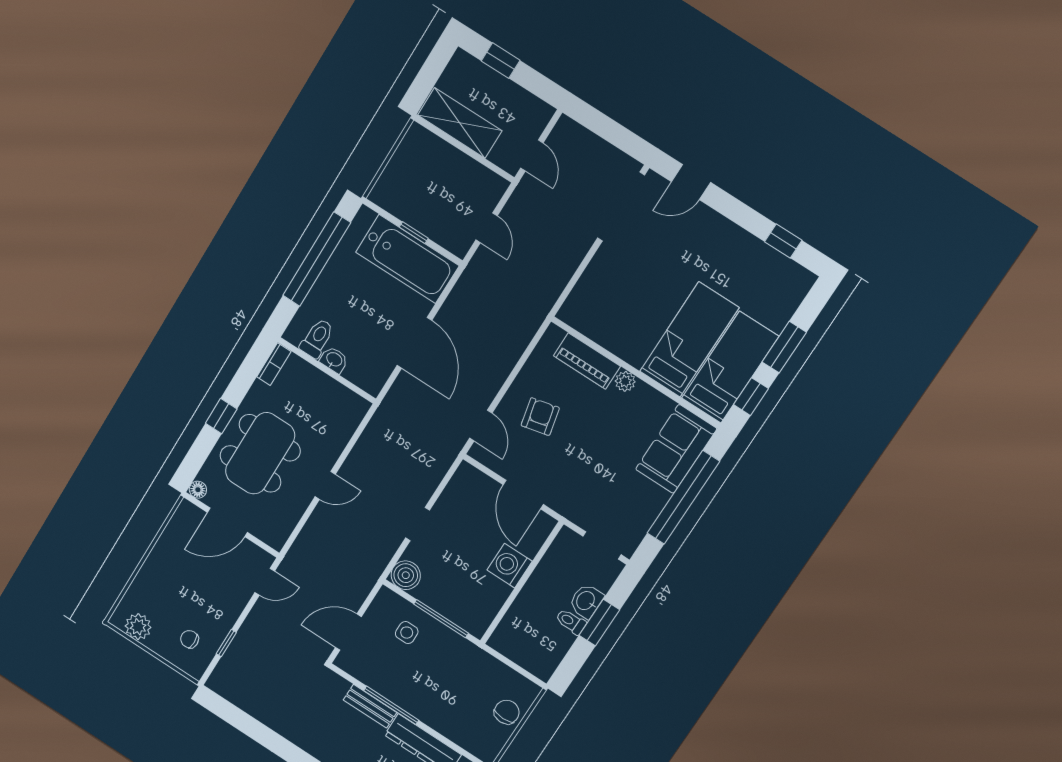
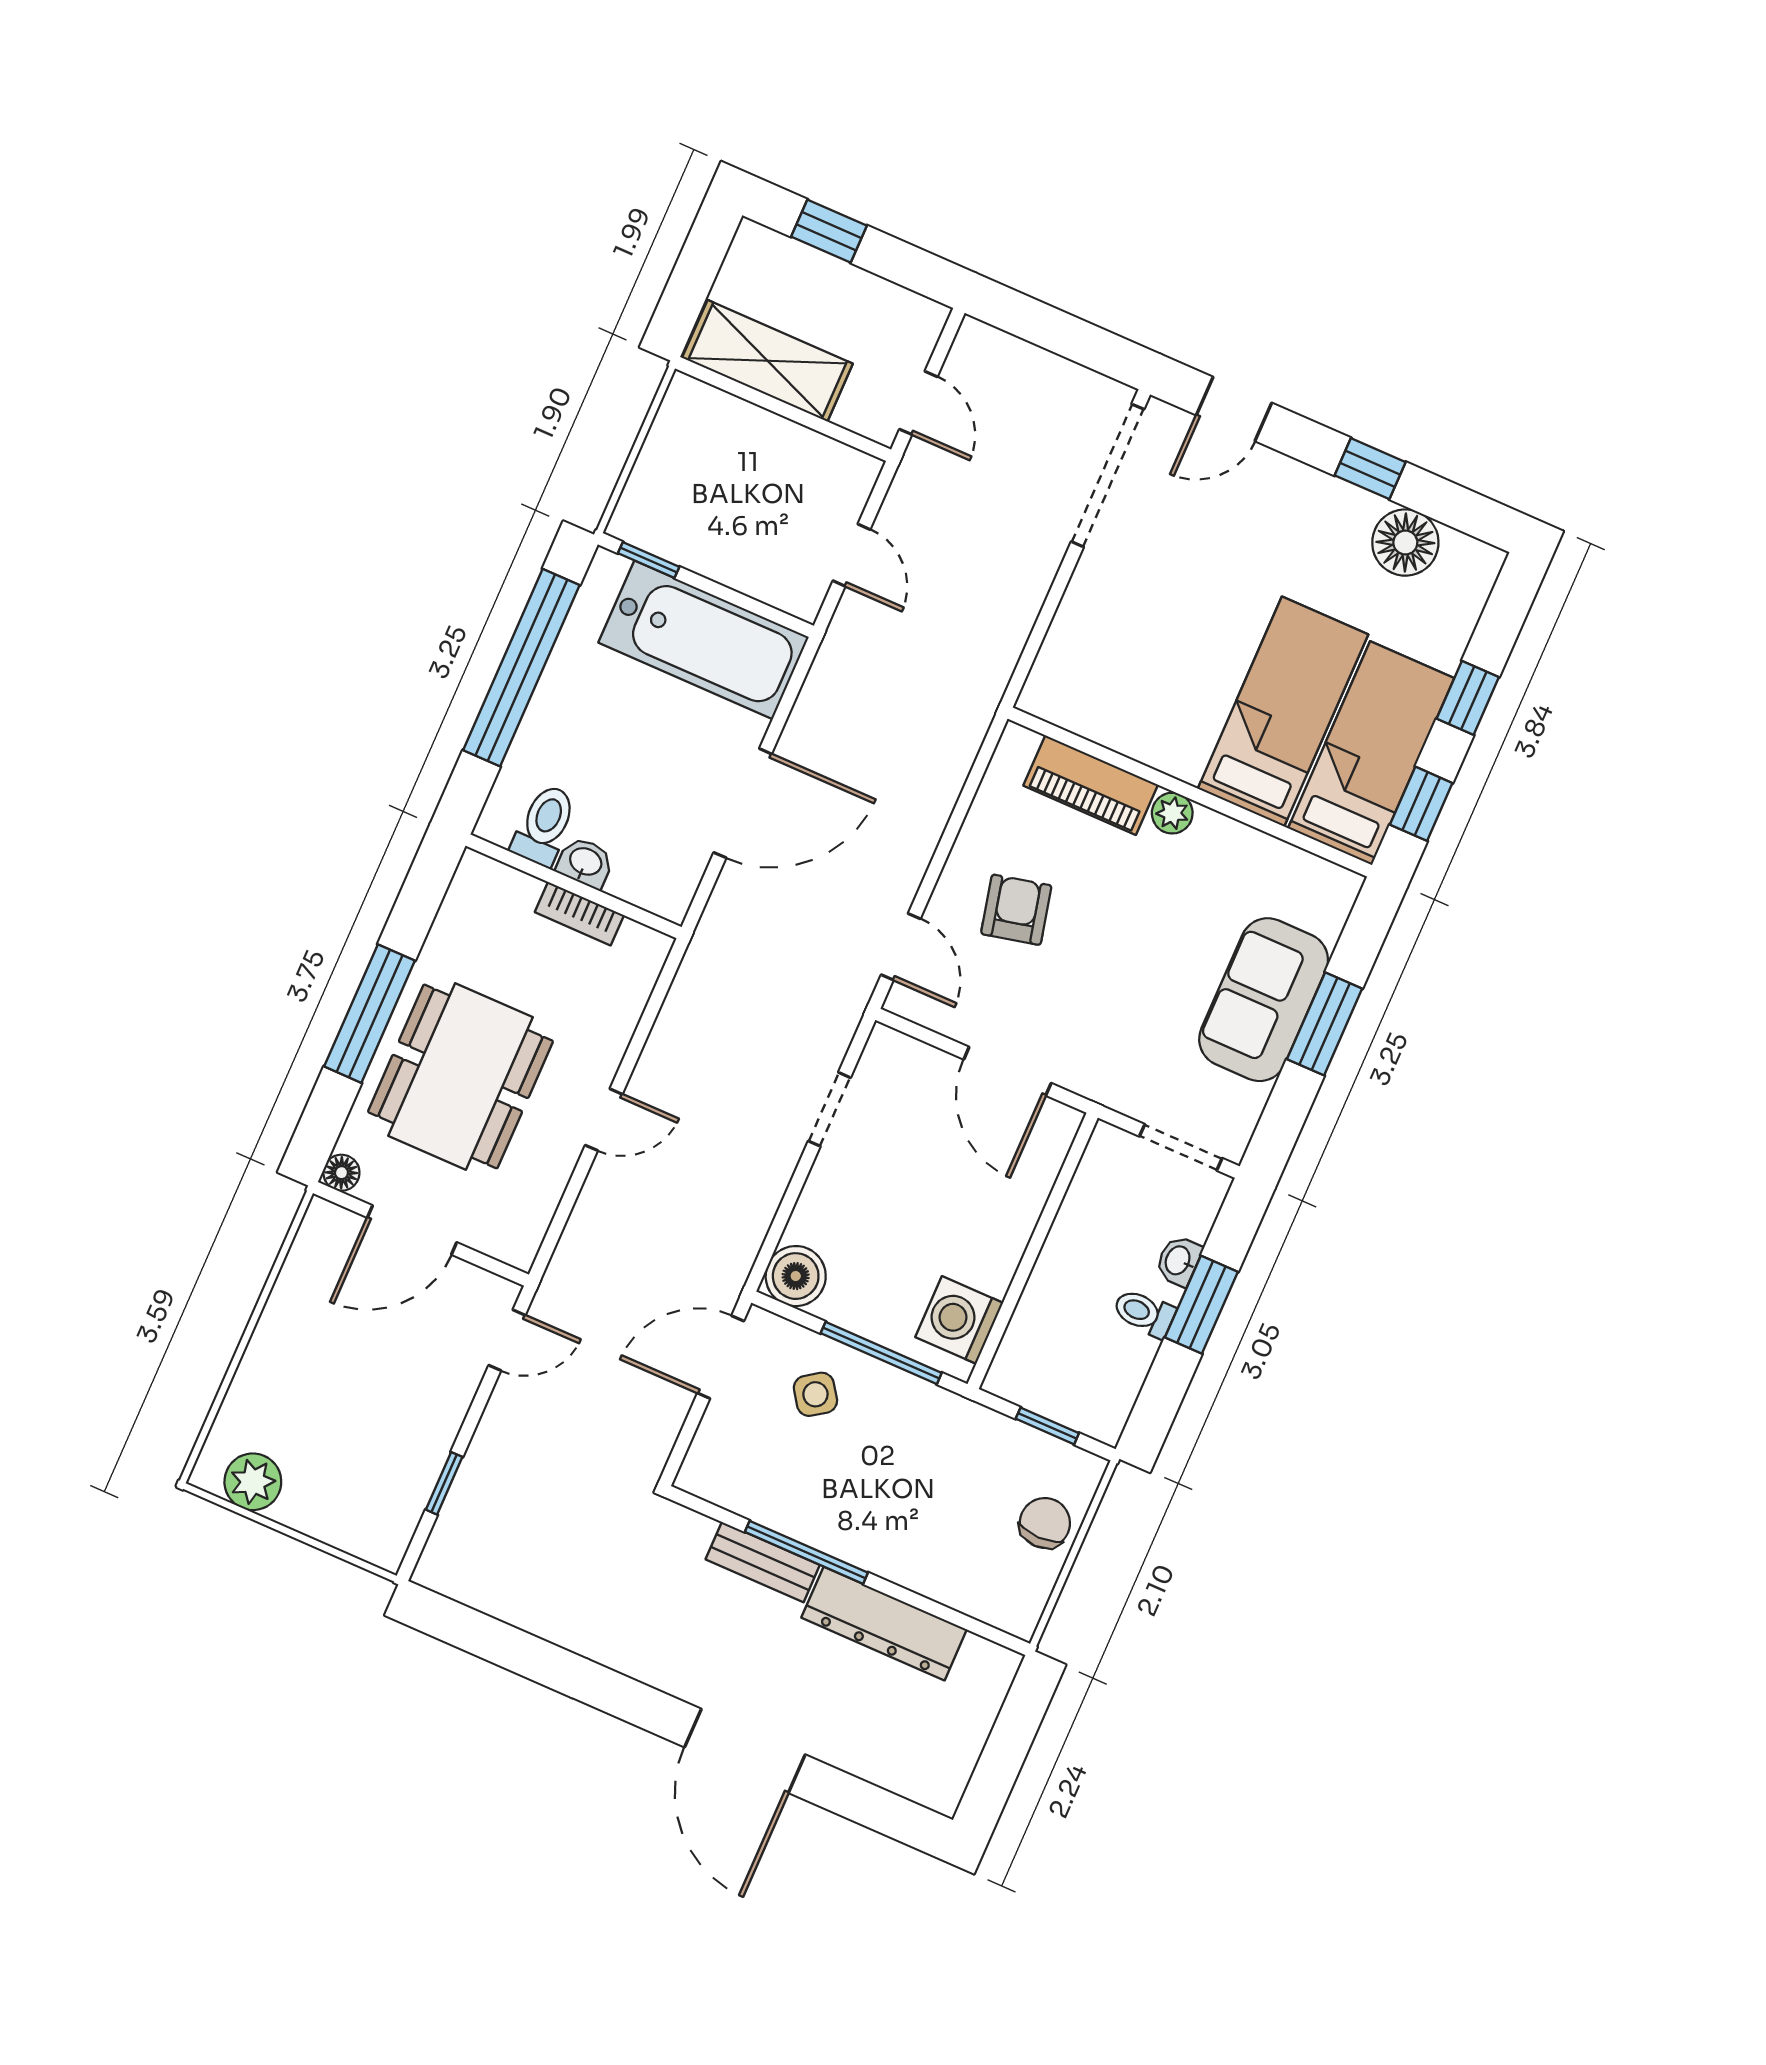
window: (414, 233) -> (649, 560), moved
window: (783, 241) -> (1370, 469), moved
floor lamp: (766, 263) -> (1405, 543), added
door: (414, 343) -> (743, 803), hinge flipped
window: (784, 347) -> (1468, 698), width x0.67
bookcase: (274, 364) -> (579, 914), moved, turned 90
window: (221, 416) -> (370, 1014), width x2.17
sofa: (676, 449) -> (1264, 1000), moved
window: (683, 497) -> (1325, 1024), width x0.47
doorway: (418, 524) -> (829, 1109), moved
washing machine: (510, 566) -> (959, 1320), moved
washbasin: (586, 601) -> (1179, 1261), width x0.72, depth x0.69
door: (348, 632) -> (721, 1357), moved
side table: (407, 633) -> (815, 1394), turned -35
chair: (190, 639) -> (366, 1489), removed
window: (515, 667) -> (1047, 1426), added

